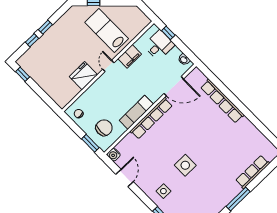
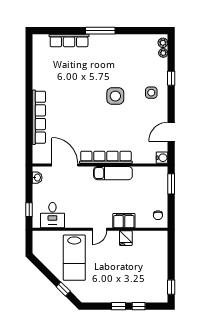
desk: (159, 45) -> (52, 215), moved, turned -90
filing cabinet: (130, 56) -> (124, 221), moved
fridge: (83, 76) -> (126, 238), width x0.53, depth x0.75
chair: (104, 128) -> (149, 185), removed

